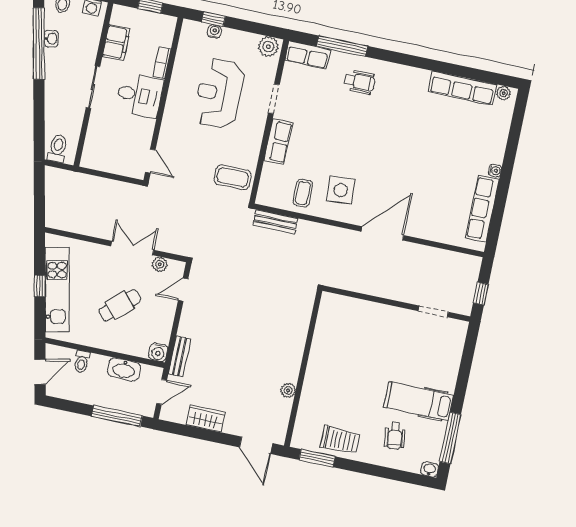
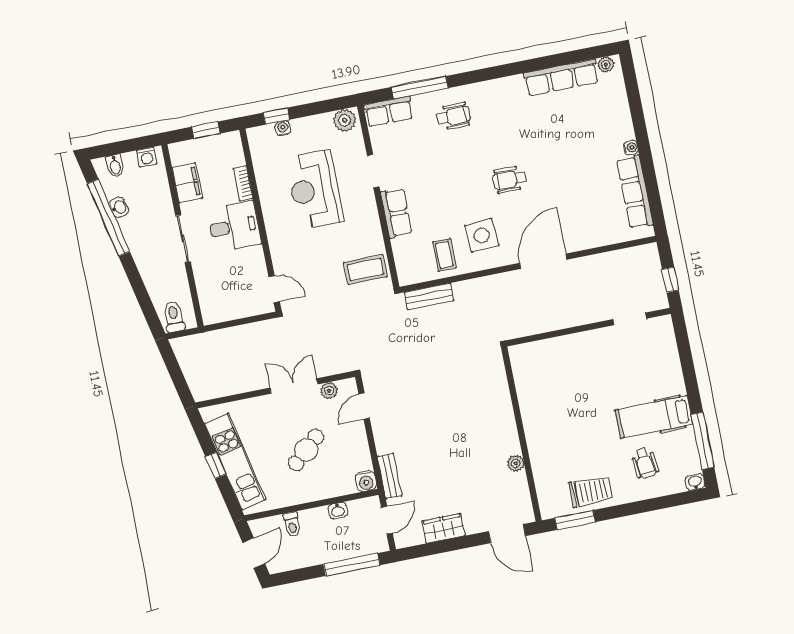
wheelchair: (384, 154) -> (510, 179), added
washbasin: (124, 369) -> (338, 511), width x0.52, depth x0.69

